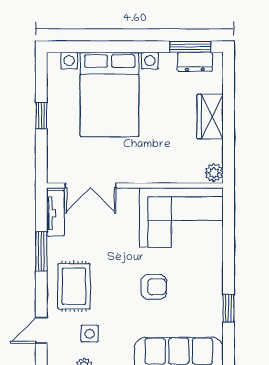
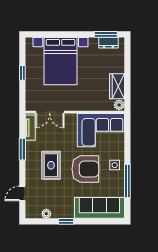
wardrobe: (210, 117) -> (117, 86), moved
rug: (74, 286) -> (51, 165), moved
armchair: (154, 287) -> (85, 169), width x1.88, depth x1.88
window: (229, 308) -> (127, 181), width x2.17
side table: (90, 334) -> (115, 165), moved

